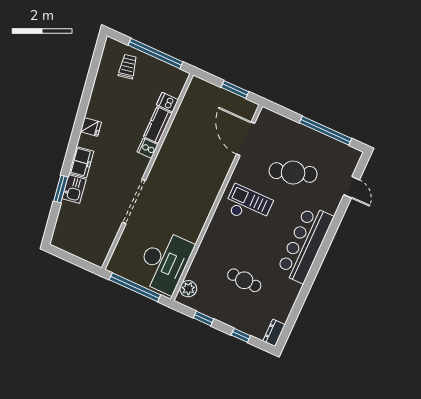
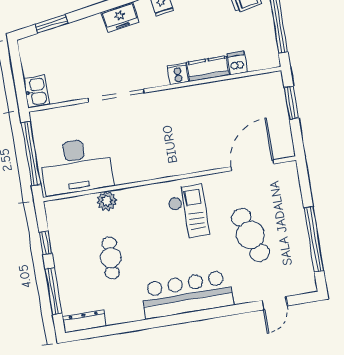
window: (235, 89) -> (291, 103), moved
window: (61, 189) -> (51, 24), moved
kitchen sink: (74, 189) -> (36, 92), moved, turned -81
plant: (188, 289) -> (107, 201), moved
dresser: (274, 333) -> (84, 322), width x1.44
window: (241, 335) -> (53, 291), width x2.17

